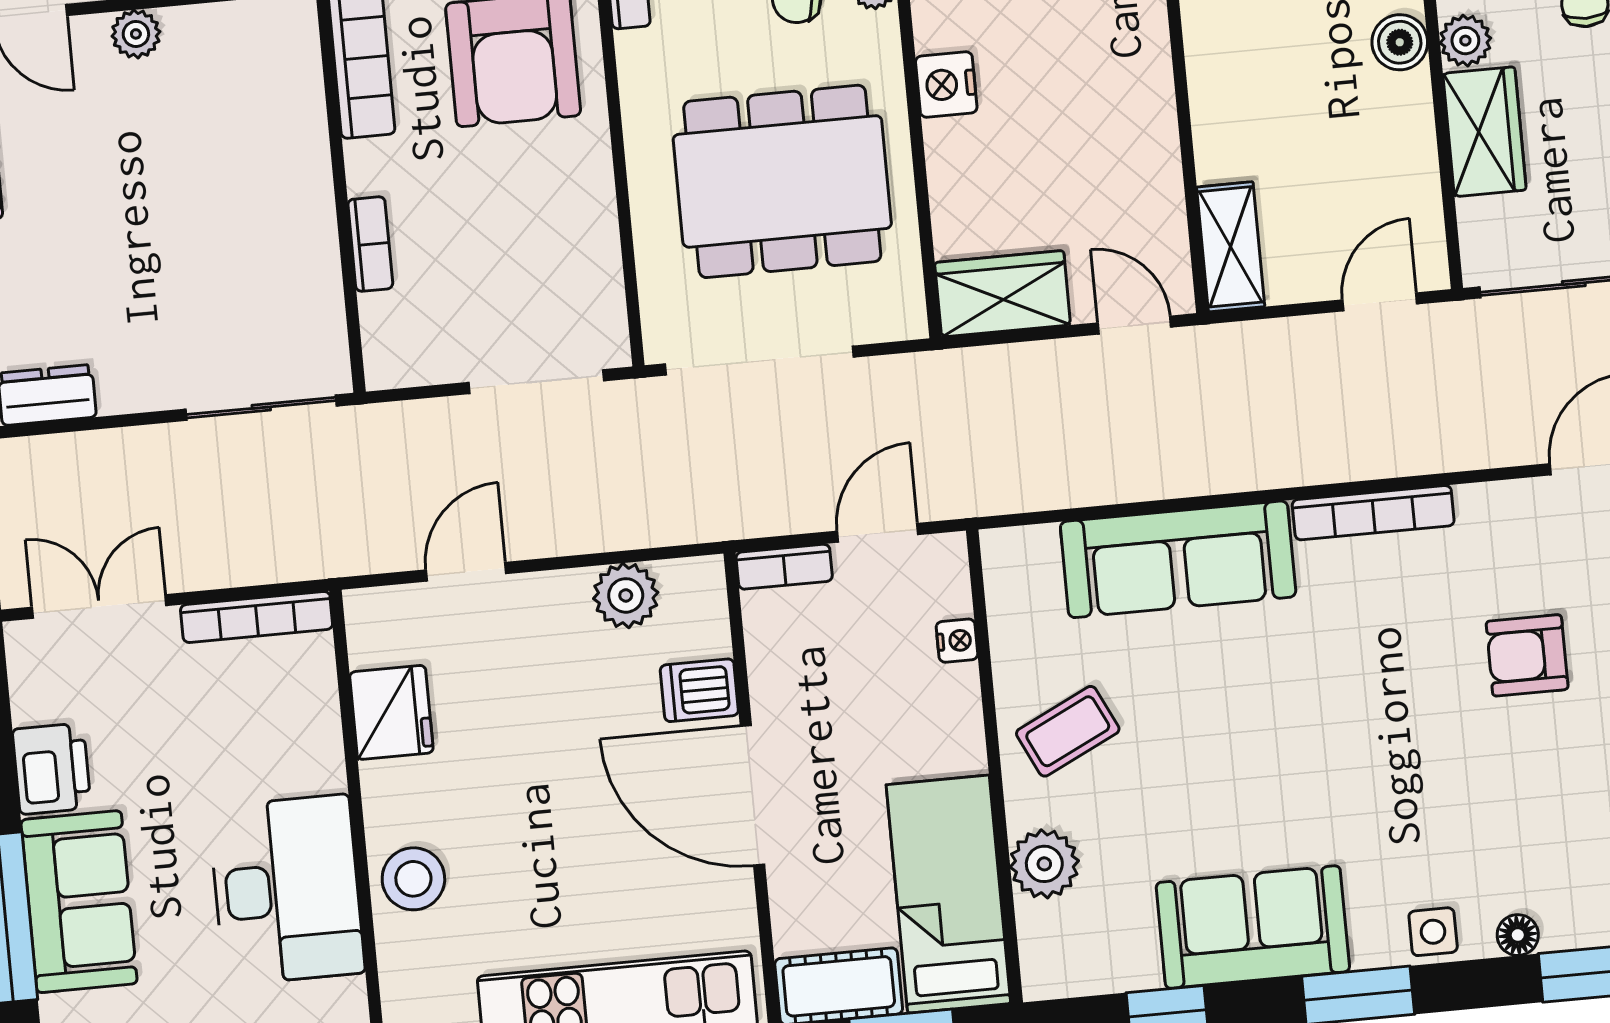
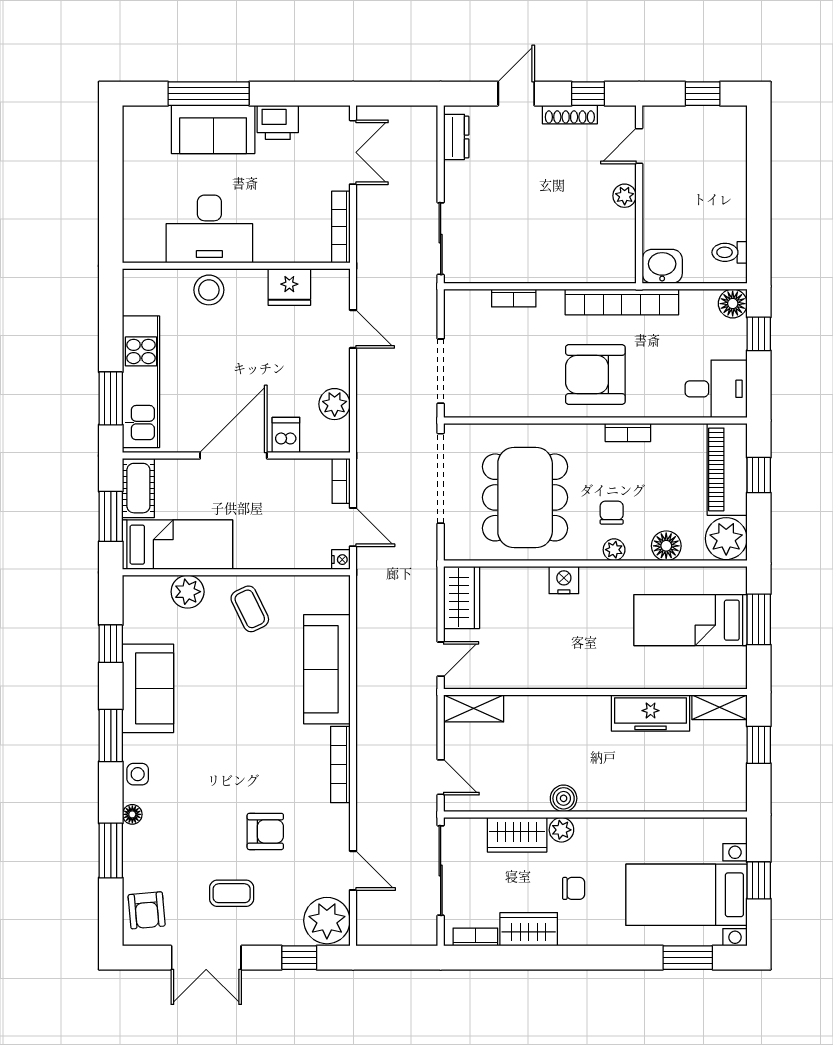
nightstand: (957, 641) -> (341, 560), moved, turned -90
armchair: (1527, 655) -> (265, 831), turned 90

